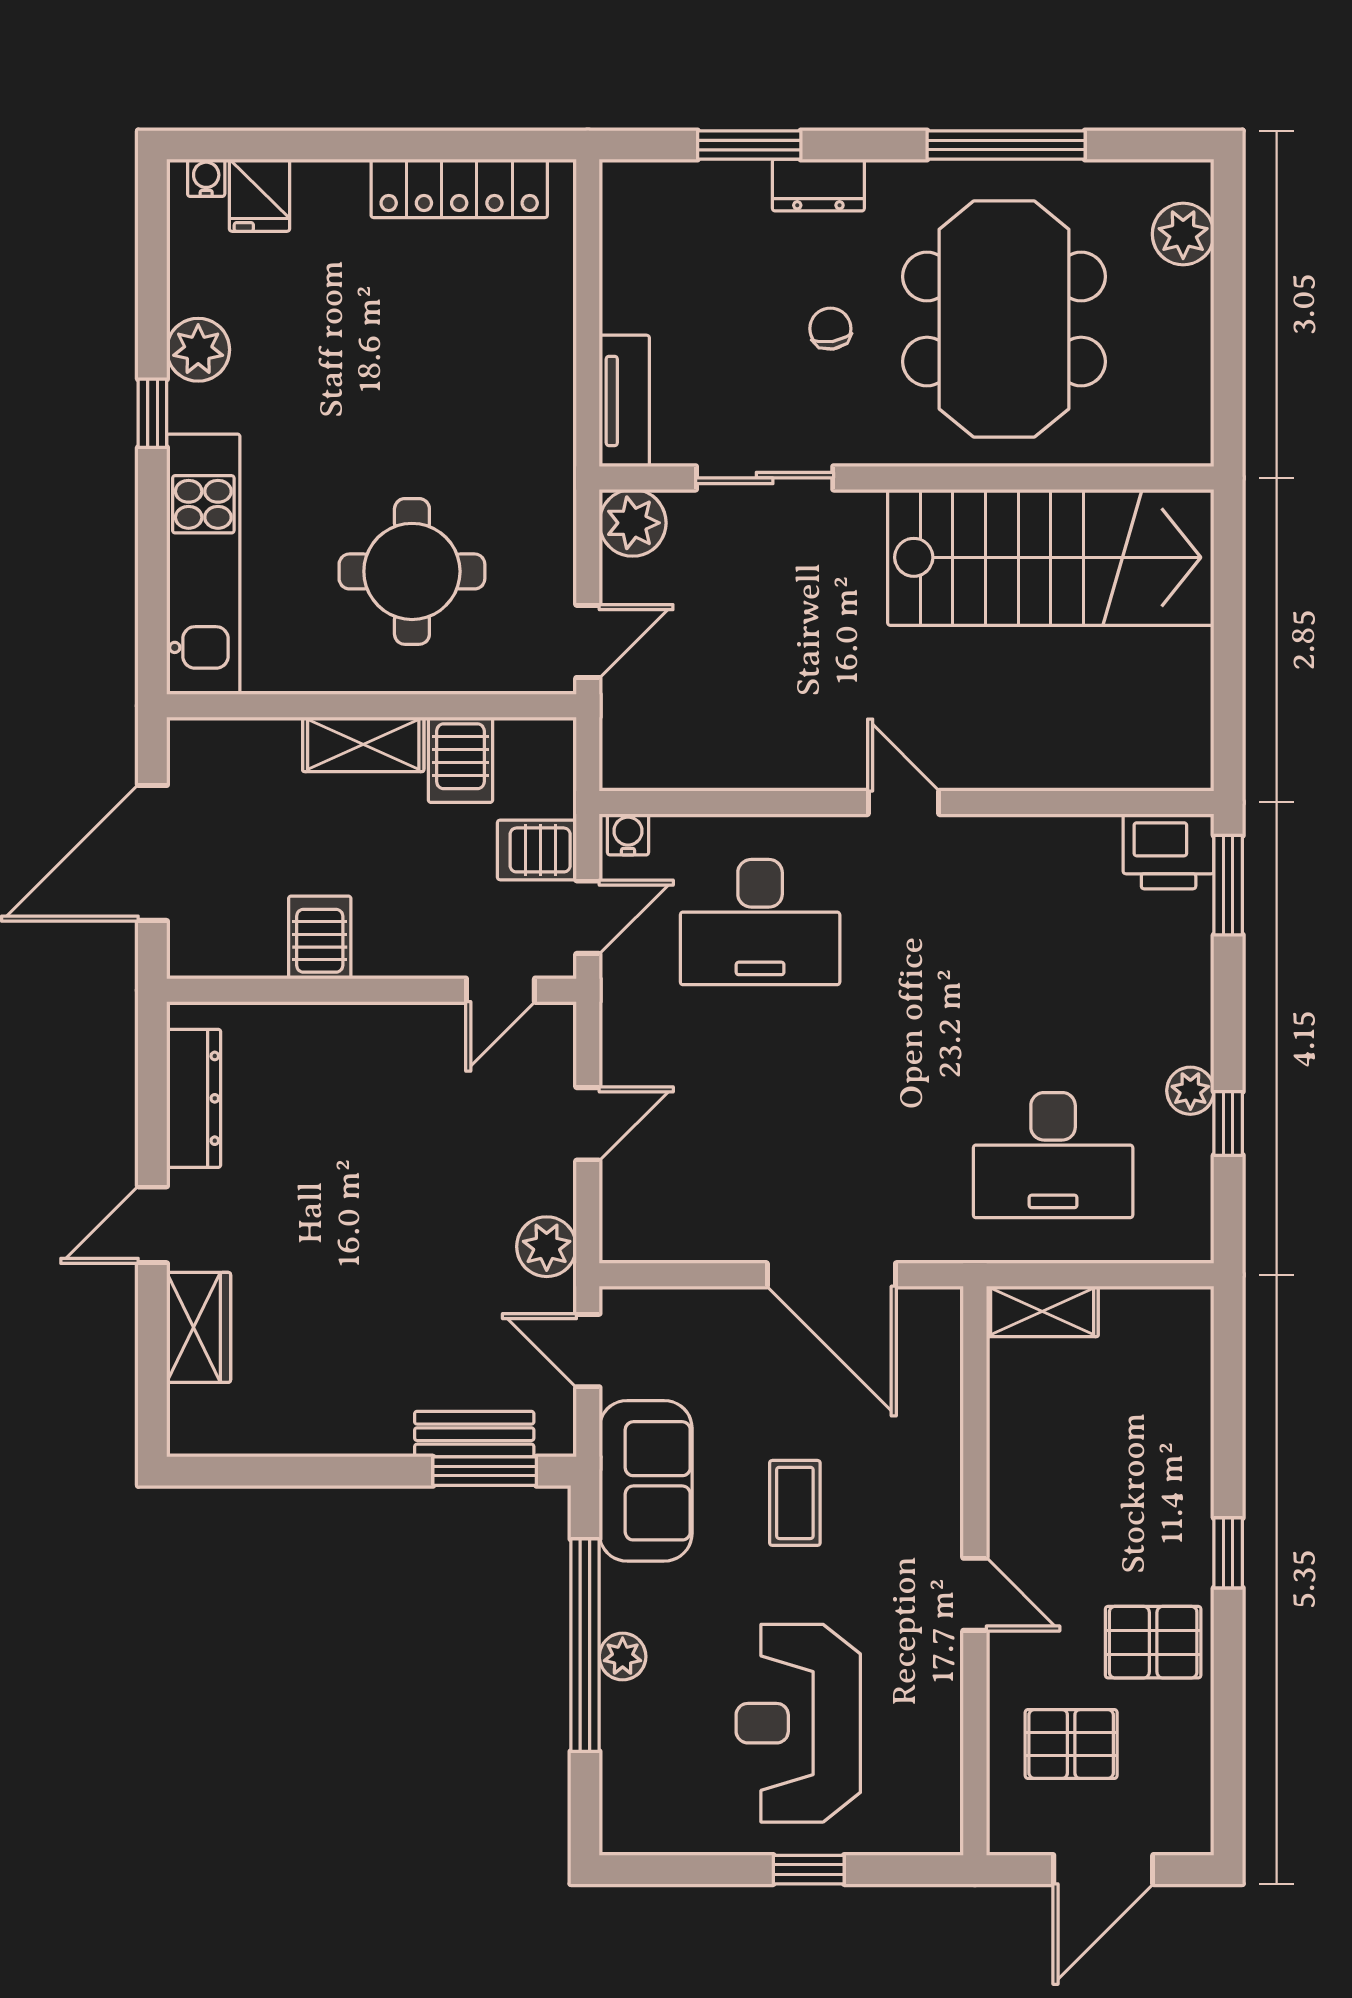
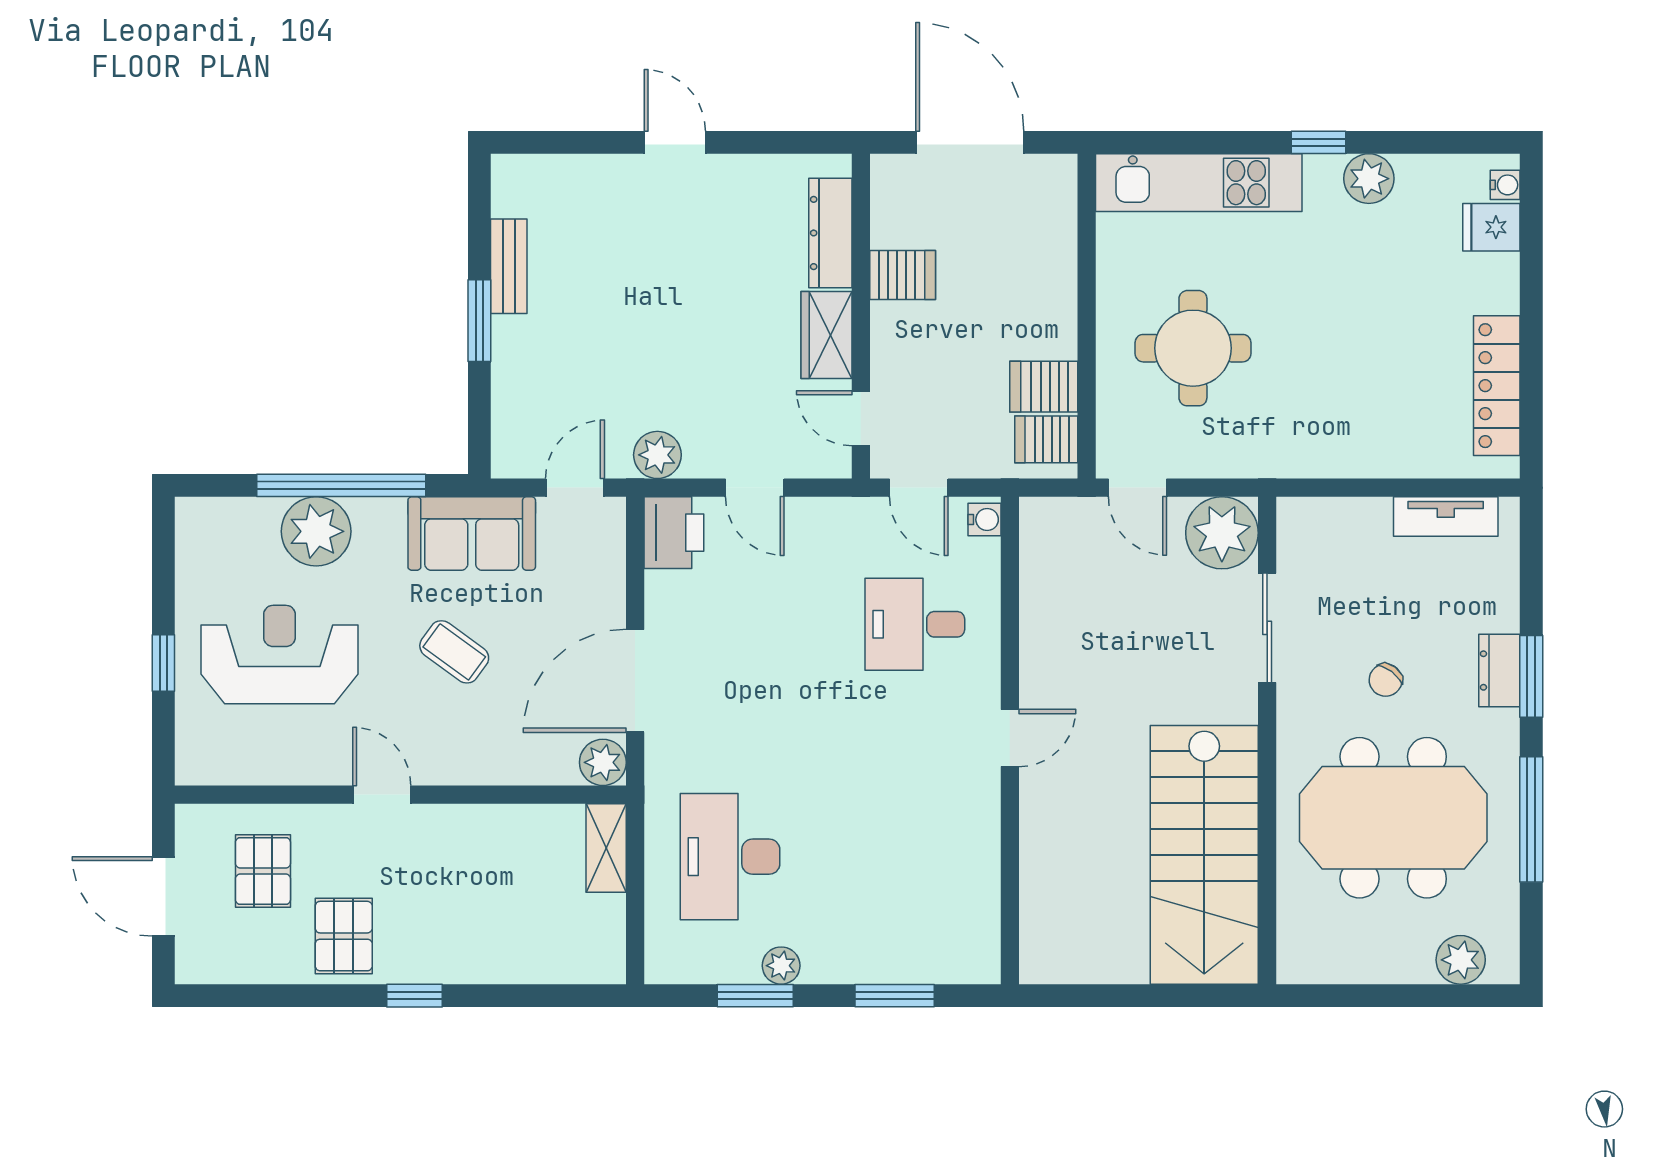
window: (749, 145) -> (1531, 676), moved
chair: (830, 329) -> (1386, 680), turned 136
tv unit: (624, 401) -> (1446, 517), moved
plant: (633, 523) -> (1222, 533), width x1.36, depth x1.36
shelving: (363, 744) -> (1056, 309), removed
server rack: (537, 850) -> (1046, 439), moved, turned -90
printer: (1169, 851) -> (674, 533), moved, turned 180
window: (1228, 885) -> (895, 996), moved
desk: (760, 922) -> (915, 624), width x0.73
dresser: (194, 1098) -> (830, 233), moved, turned 90
window: (1228, 1123) -> (755, 996), width x1.50
plant: (934, 1315) -> (603, 762), added
wardrobe: (199, 1327) -> (826, 335), moved, turned 90
bench: (474, 1434) -> (509, 266), moved
window: (485, 1471) -> (479, 321), moved
coffee table: (795, 1503) -> (454, 652), turned 36
door: (975, 1594) -> (382, 795), swing flipped
plant: (623, 1657) -> (316, 531), width x1.87, depth x1.87

